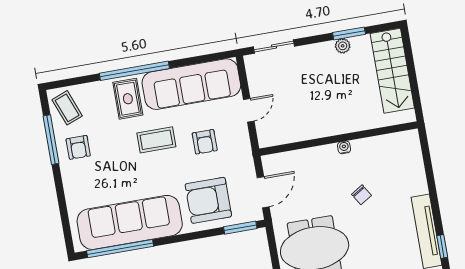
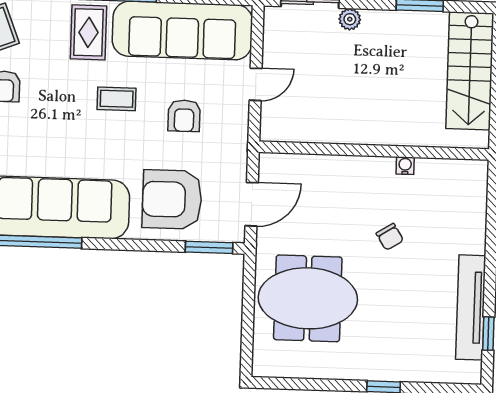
plant: (343, 46) -> (350, 19), moved
coffee table: (156, 140) -> (117, 99), width x0.73, depth x0.77
water cooler: (344, 147) -> (405, 166), moved

